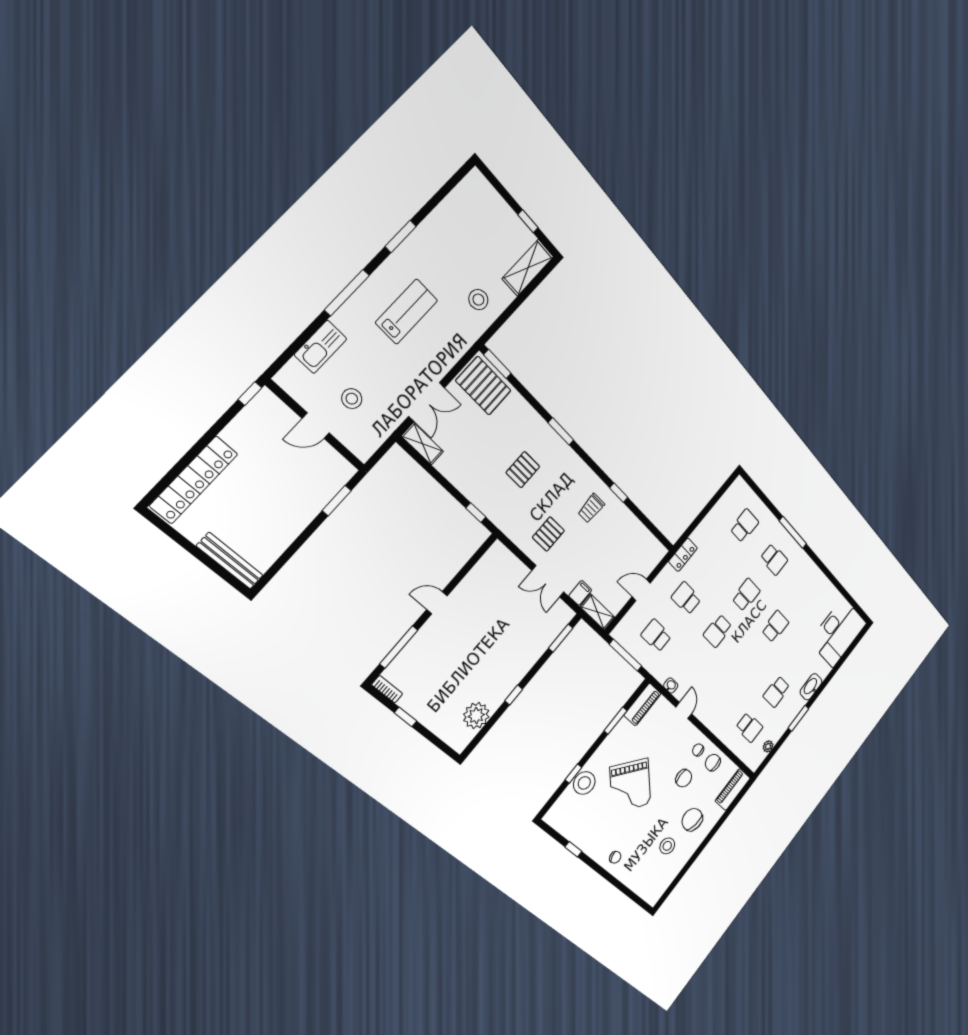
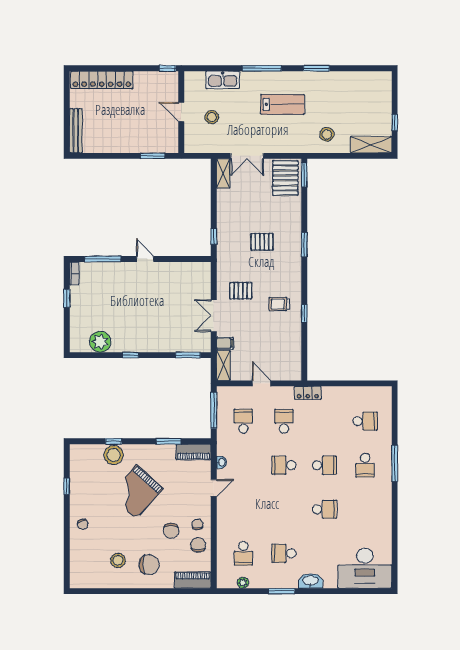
chair: (692, 820) -> (149, 565), turned 80

